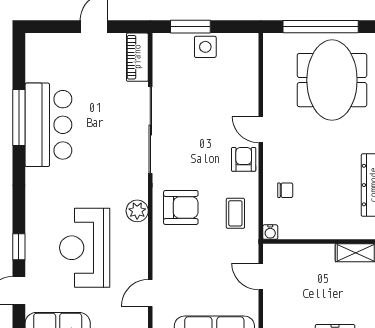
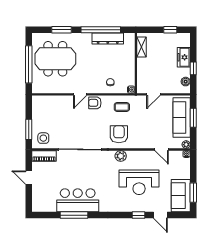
side table: (205, 47) -> (43, 138), moved

